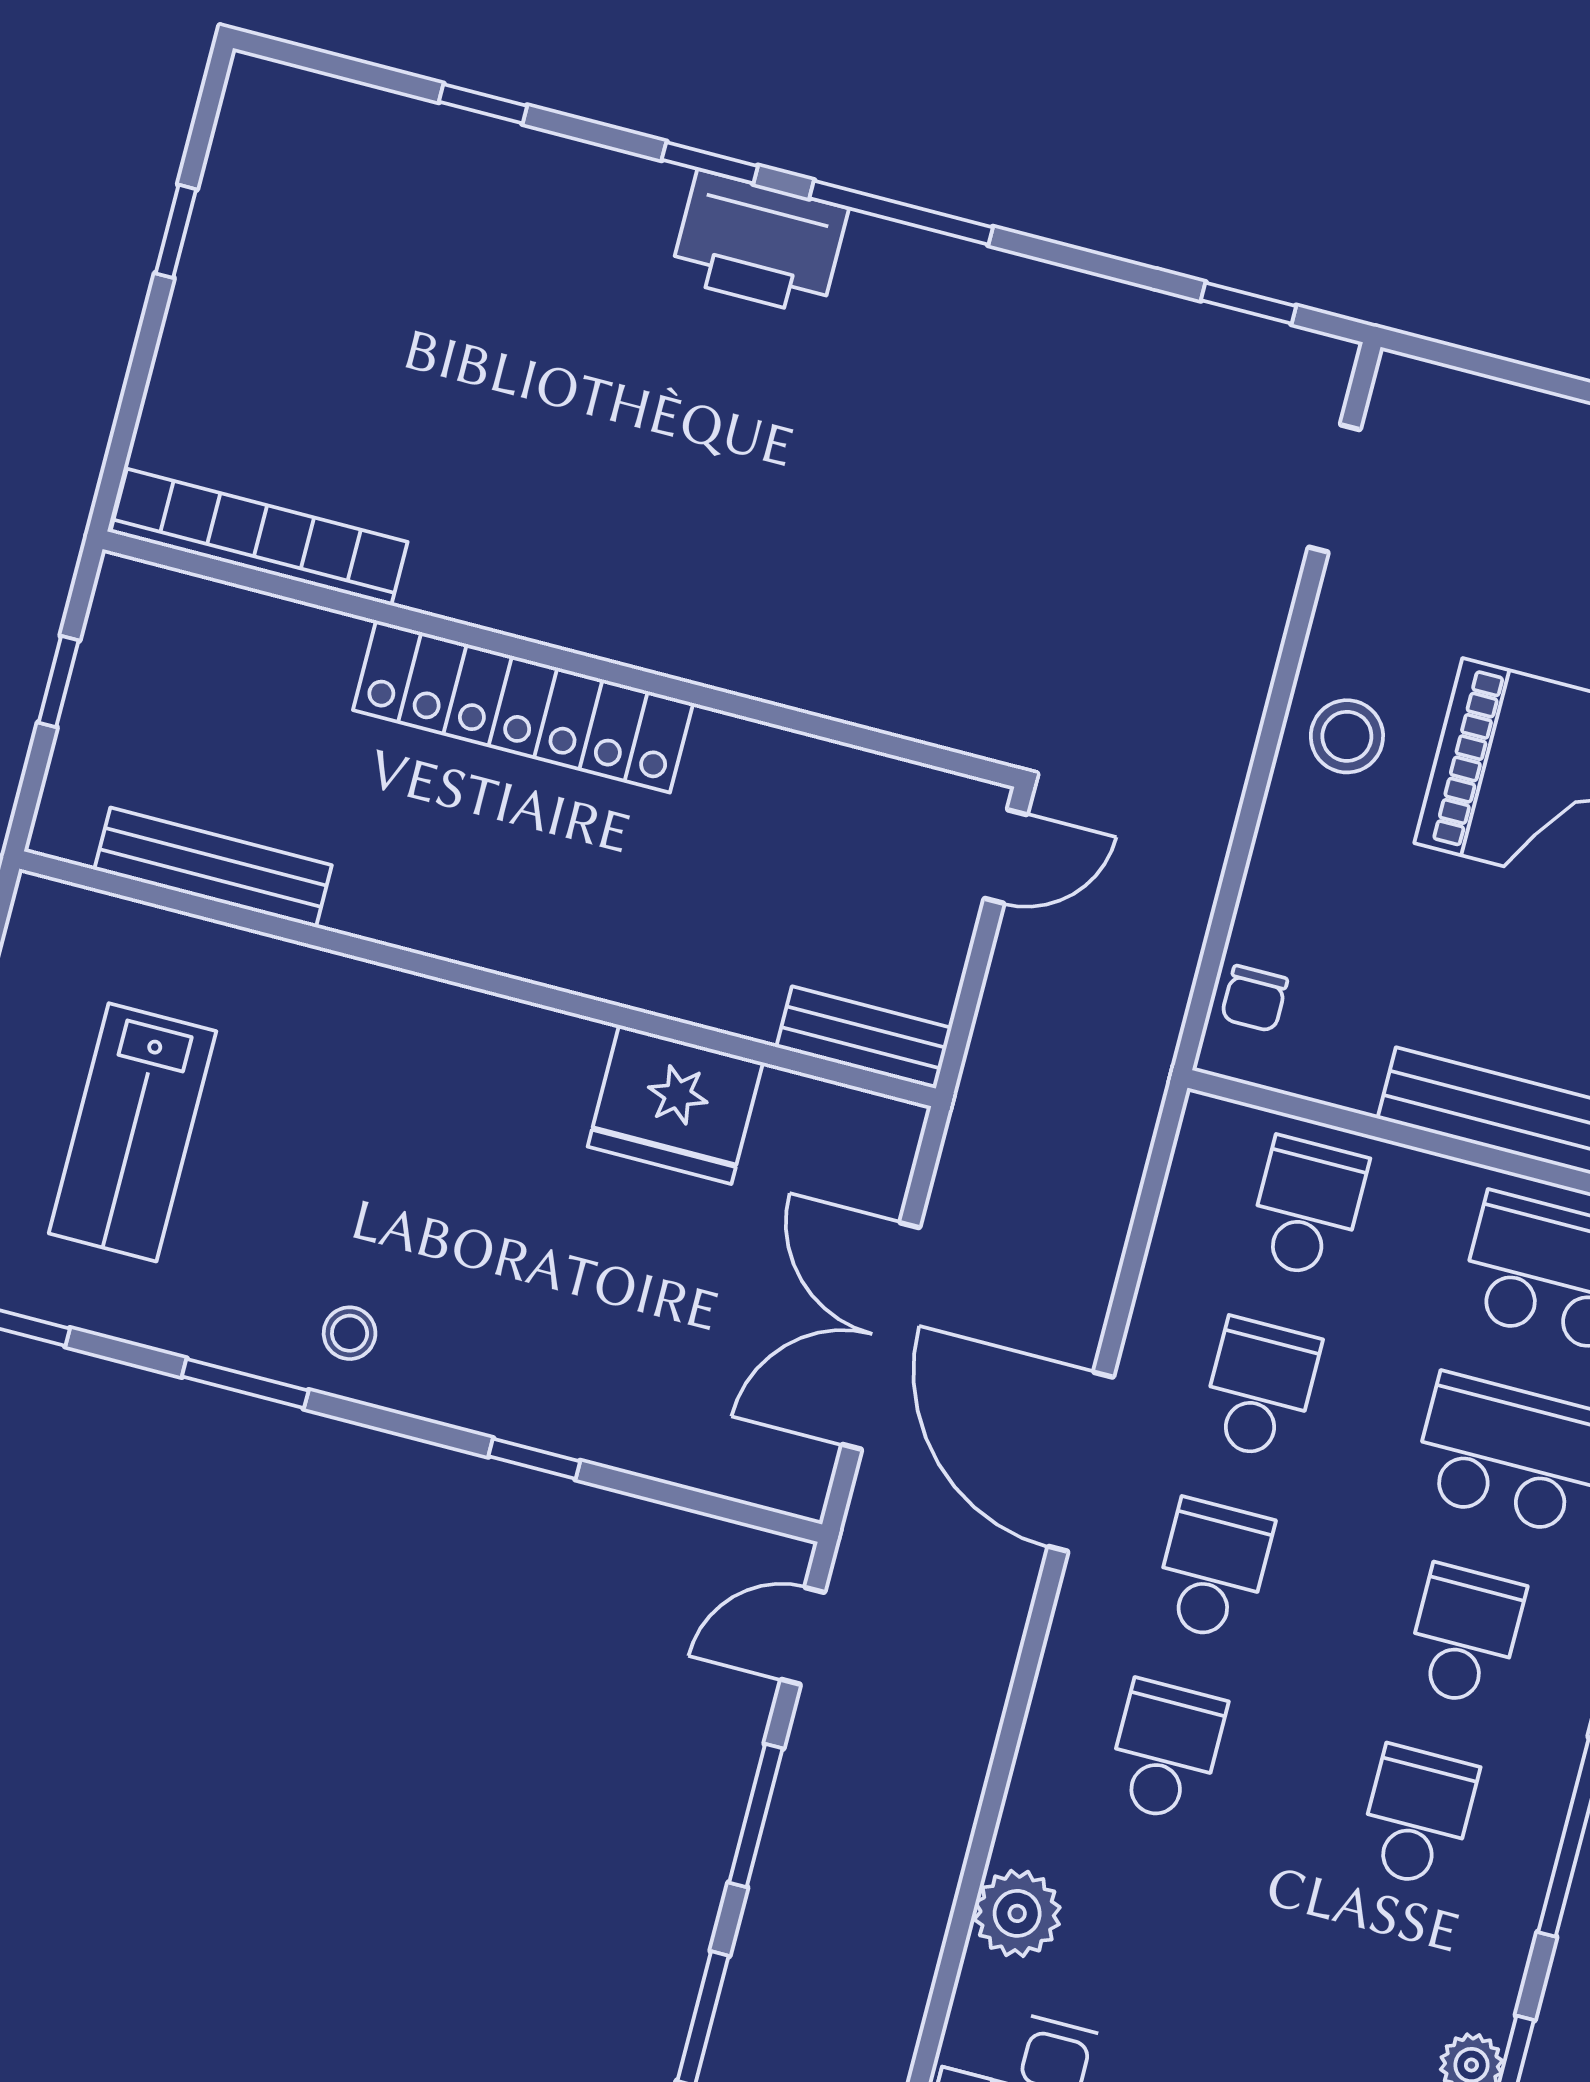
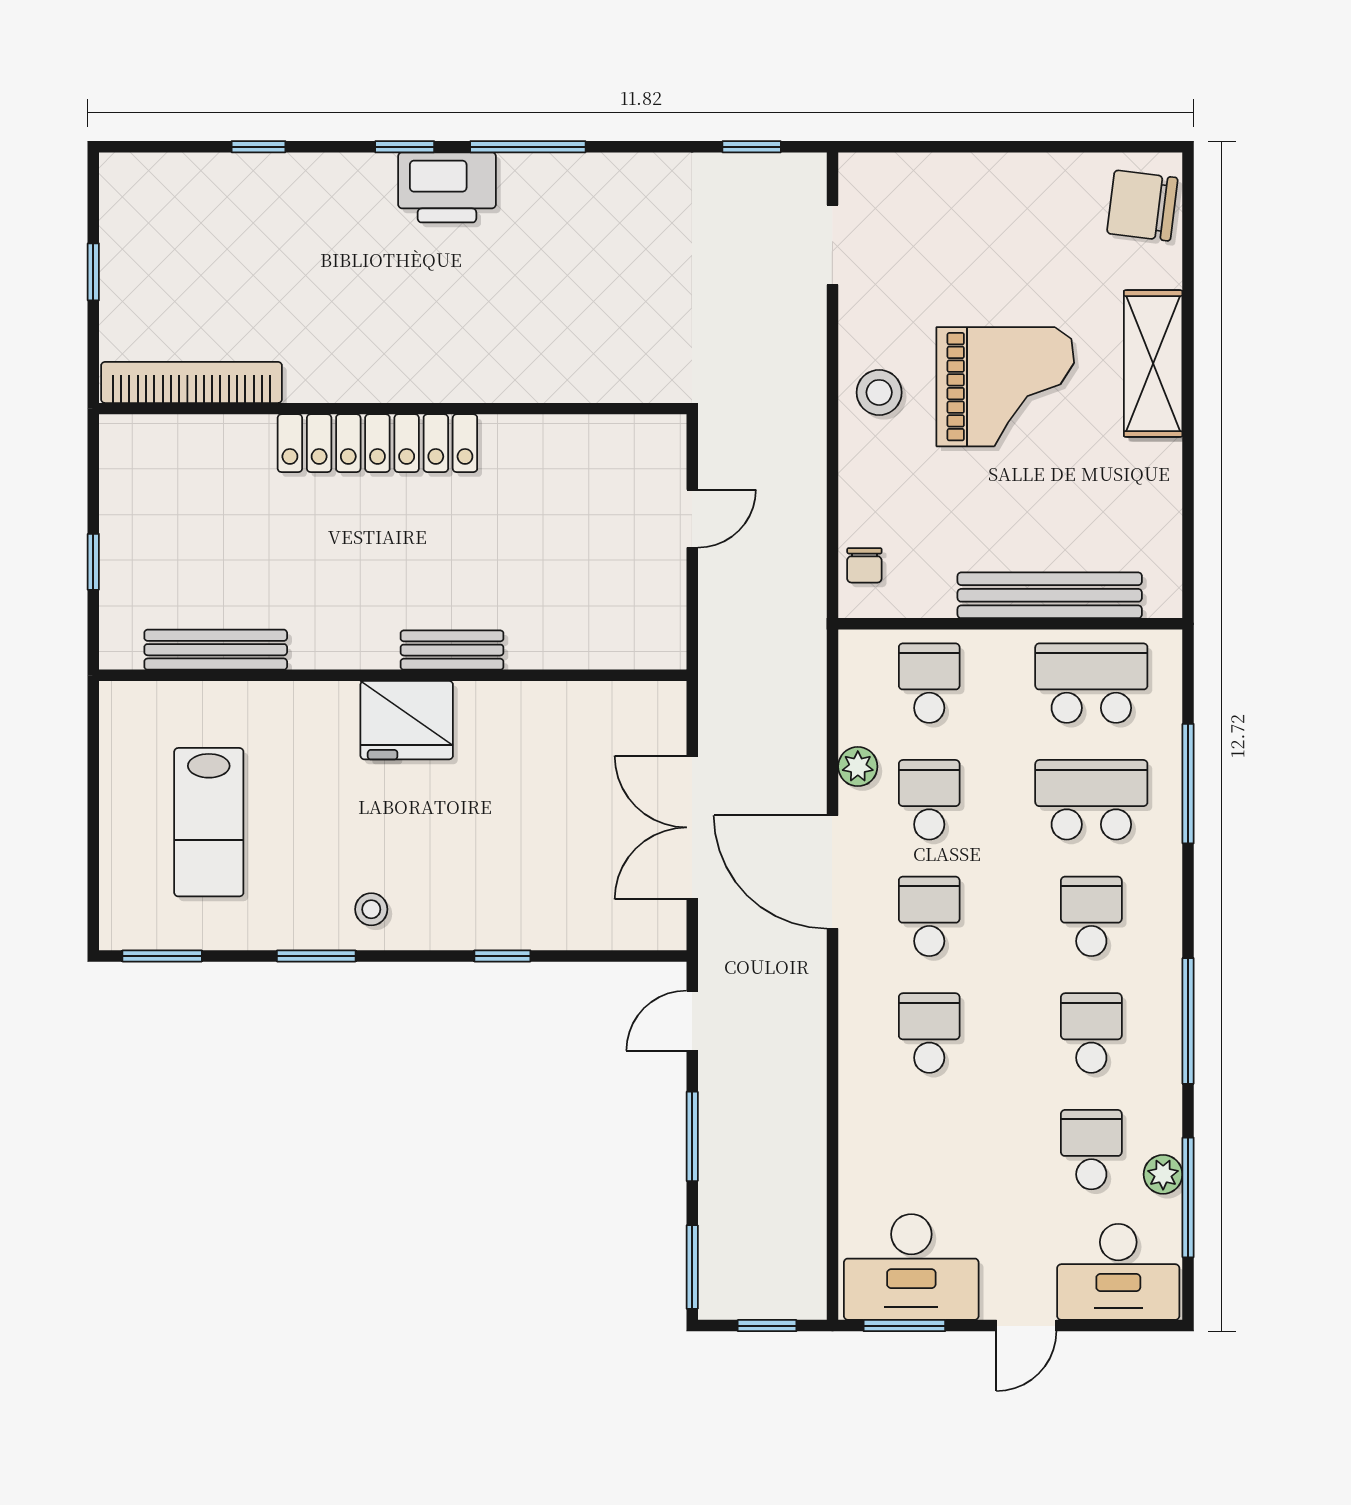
bookcase: (259, 537) -> (192, 382), moved
wall: (561, 659) -> (393, 409), moved
locker: (523, 707) -> (377, 443), moved
bench: (864, 1037) -> (452, 650), moved
fridge: (675, 1105) -> (407, 720), moved
plant: (1017, 1913) -> (858, 767), moved, width x0.73, depth x0.73
school desk: (1370, 1998) -> (1091, 1150), added

